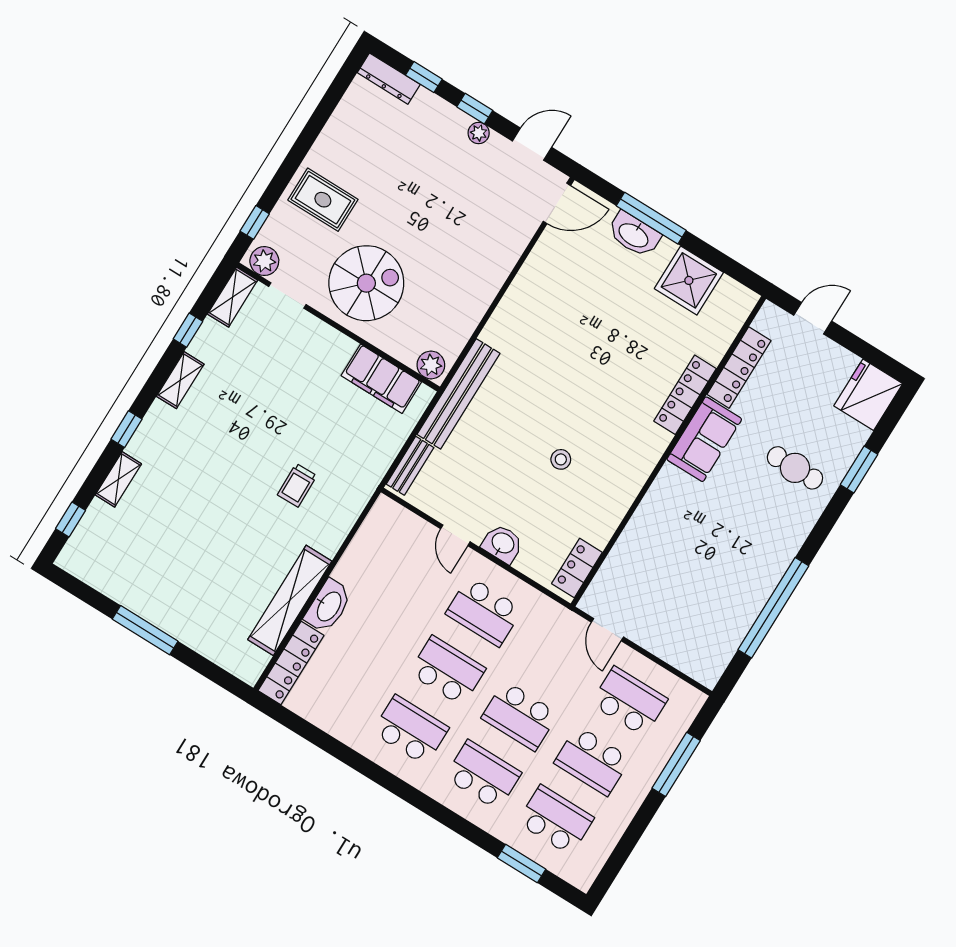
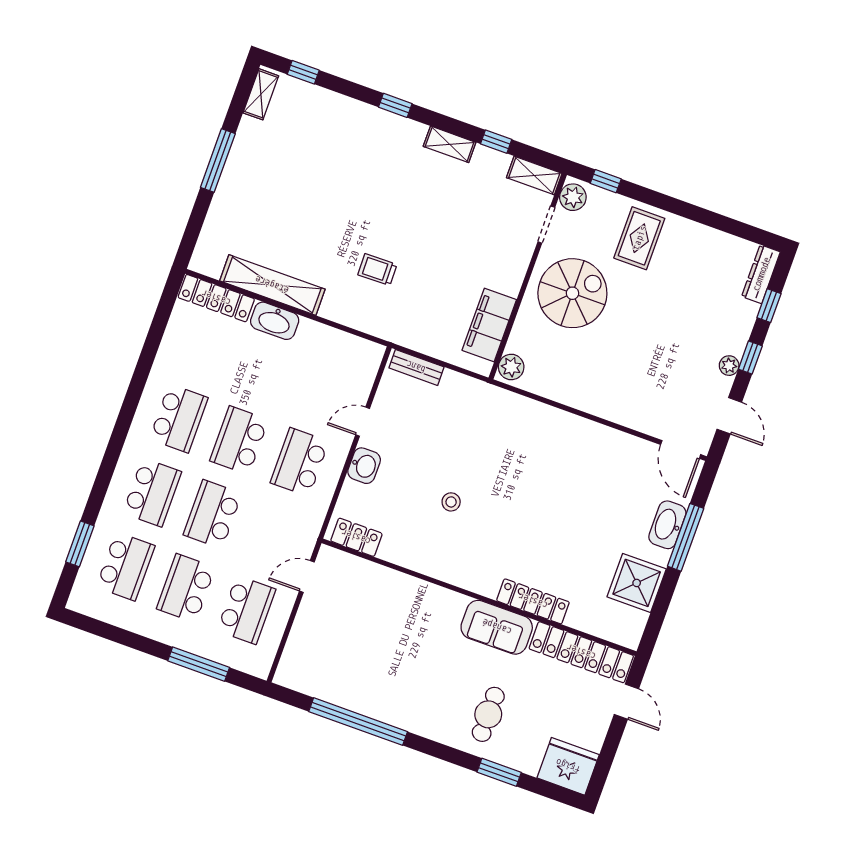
spiral stairs: (366, 283) -> (572, 293), turned -90
locker: (739, 367) -> (581, 652), width x1.41, depth x1.21
bench: (458, 394) -> (490, 397), removed
shelving: (118, 479) -> (261, 94), moved, turned 90
school desk: (447, 671) -> (239, 440), turned 180

